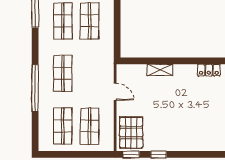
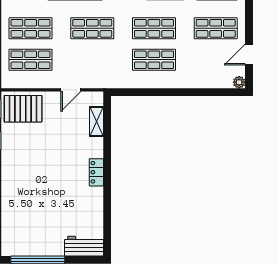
shelving: (160, 70) -> (97, 121), moved
locker: (209, 70) -> (96, 172), moved

